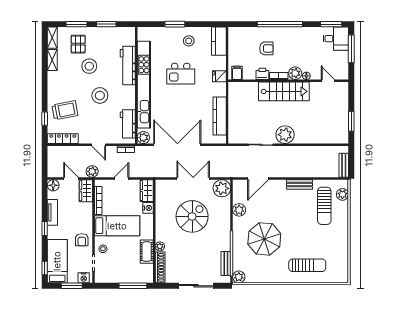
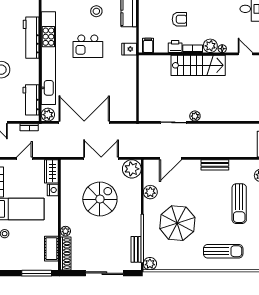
kitchen counter: (220, 116) -> (129, 92), removed
plant: (285, 135) -> (195, 116), width x0.53, depth x0.53
sun lounger: (324, 206) -> (239, 204), moved
cot: (147, 252) -> (51, 249), moved

